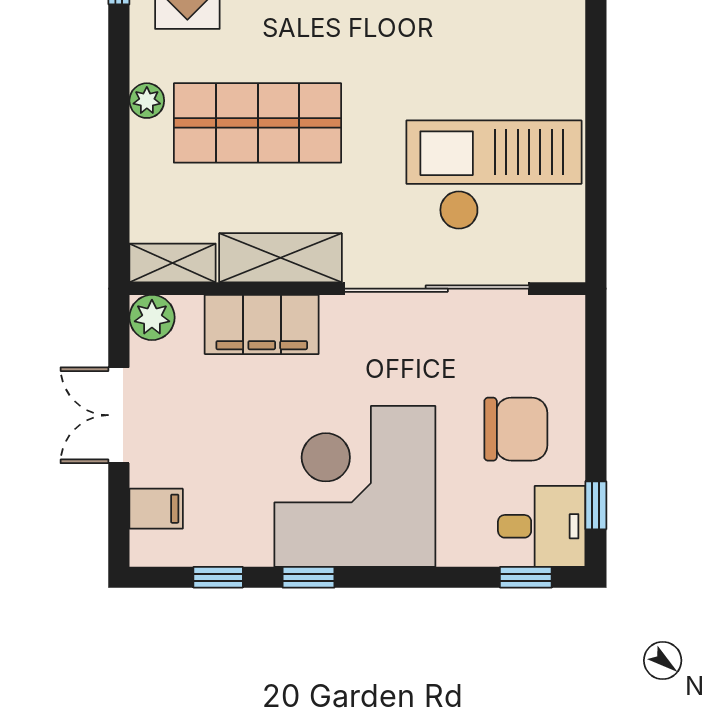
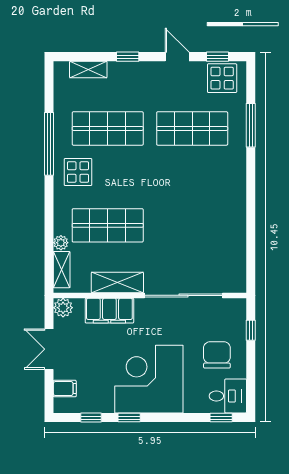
plant: (147, 101) -> (61, 243), moved
checkout: (494, 175) -> (208, 247), removed
shelving: (173, 263) -> (62, 270), moved, turned 90
chair: (516, 429) -> (217, 355), turned -90
window: (596, 505) -> (251, 330), moved

